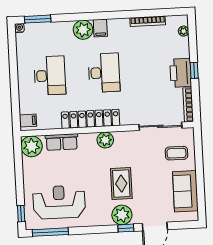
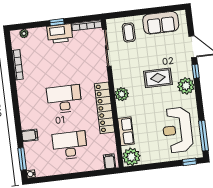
filing cabinet: (100, 28) -> (30, 135), moved
plant: (83, 30) -> (29, 120), removed
plant: (122, 215) -> (186, 86), moved

